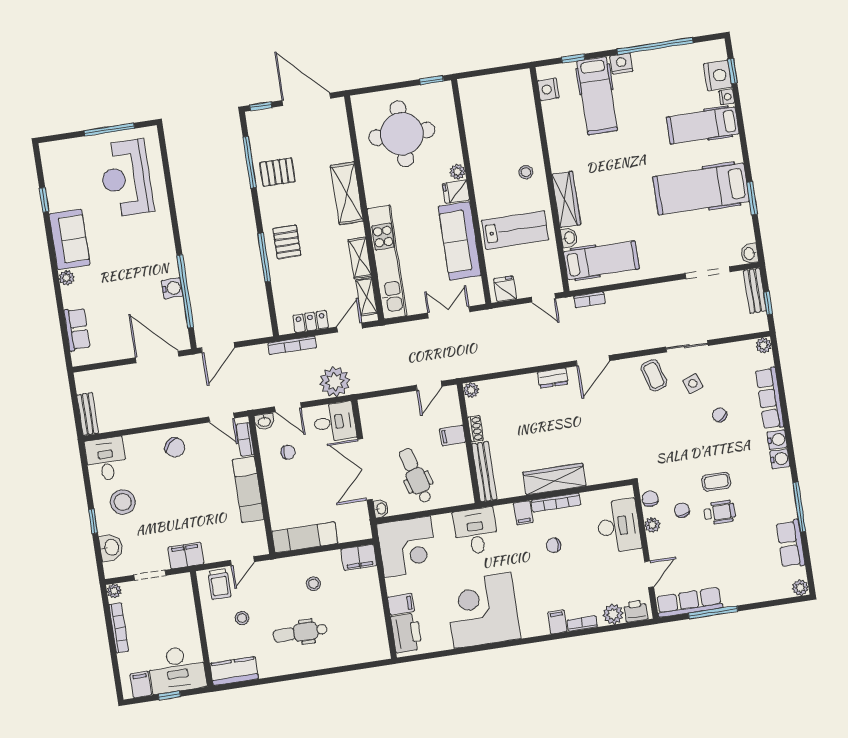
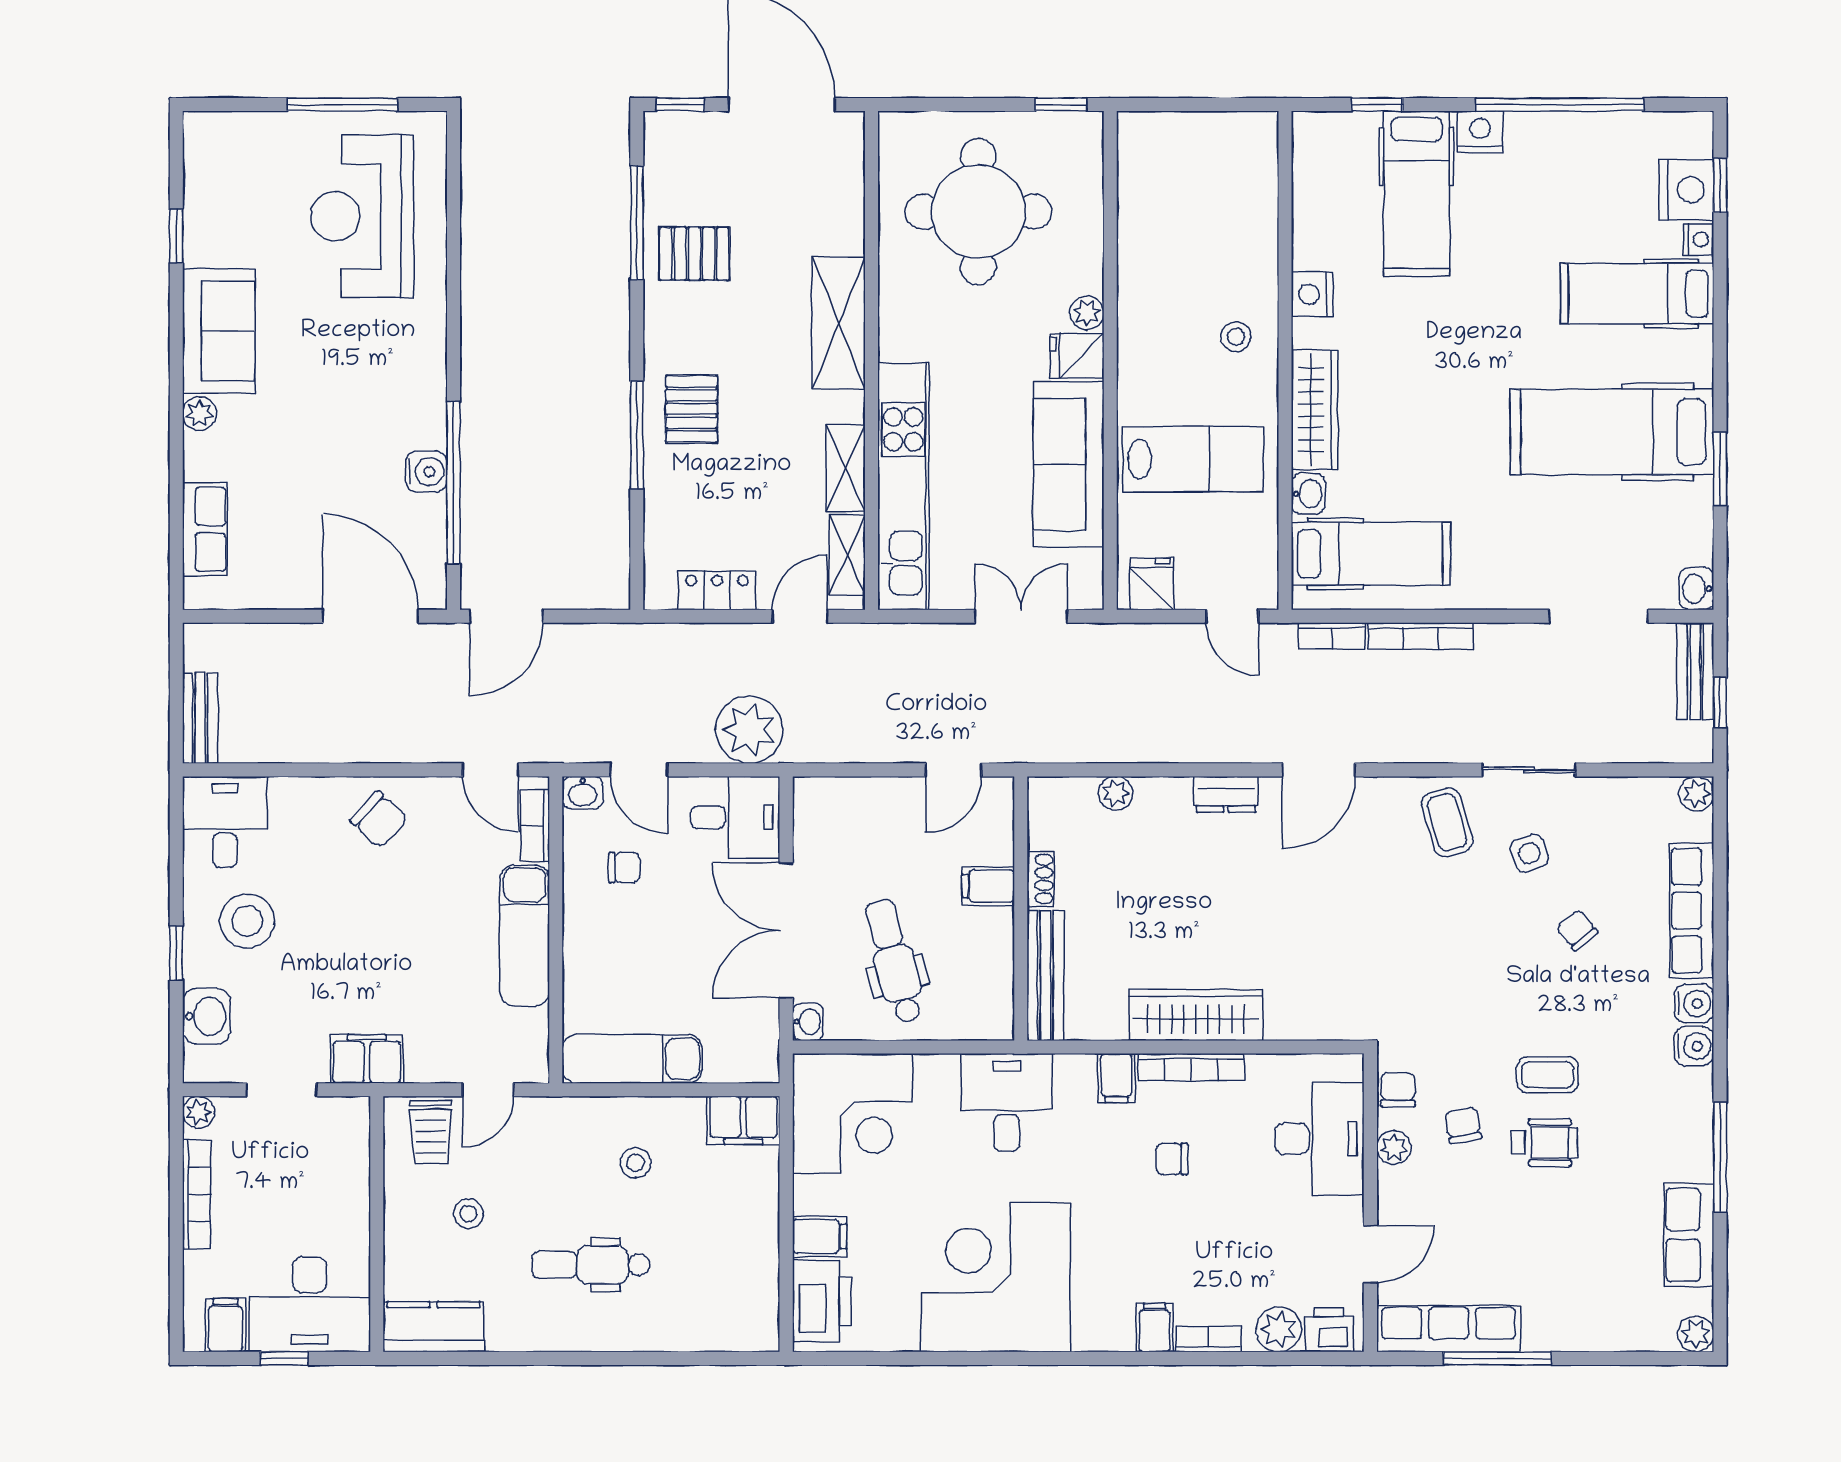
nightstand: (548, 89) -> (1312, 294), moved
bookcase: (292, 345) -> (1421, 636), moved
plant: (471, 390) -> (1116, 793), moved

